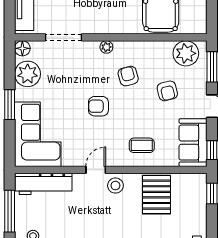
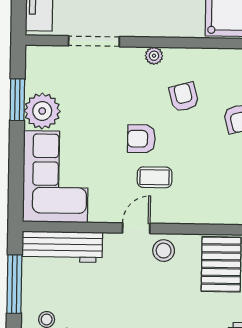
floor lamp: (22, 48) -> (36, 56), removed
plant: (28, 74) -> (42, 111), moved
window: (10, 105) -> (17, 100), moved
coffee table: (142, 145) -> (155, 177), moved

